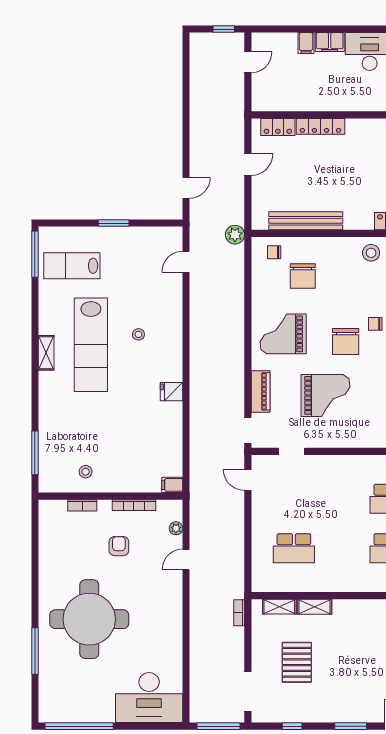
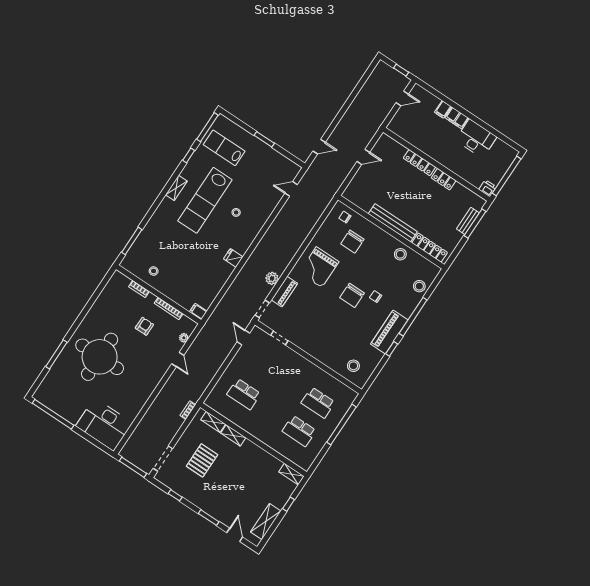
locker: (278, 127) -> (444, 179), moved
bench: (306, 221) -> (393, 223), moved
plant: (235, 235) -> (272, 278), moved
window: (35, 304) -> (189, 155), added
grand piano: (283, 334) -> (319, 267), turned -90
grand piano: (325, 395) -> (320, 319), removed
door: (186, 559) -> (178, 359), swing flipped

